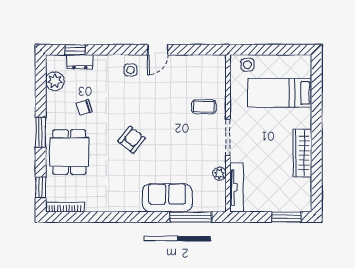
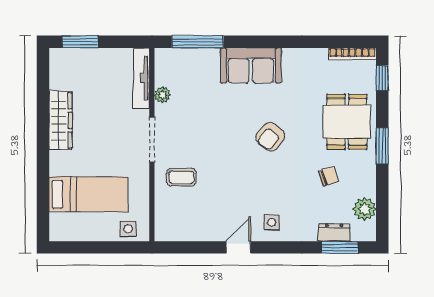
window: (75, 50) -> (340, 247), width x1.50
sofa: (167, 198) -> (251, 65), moved

